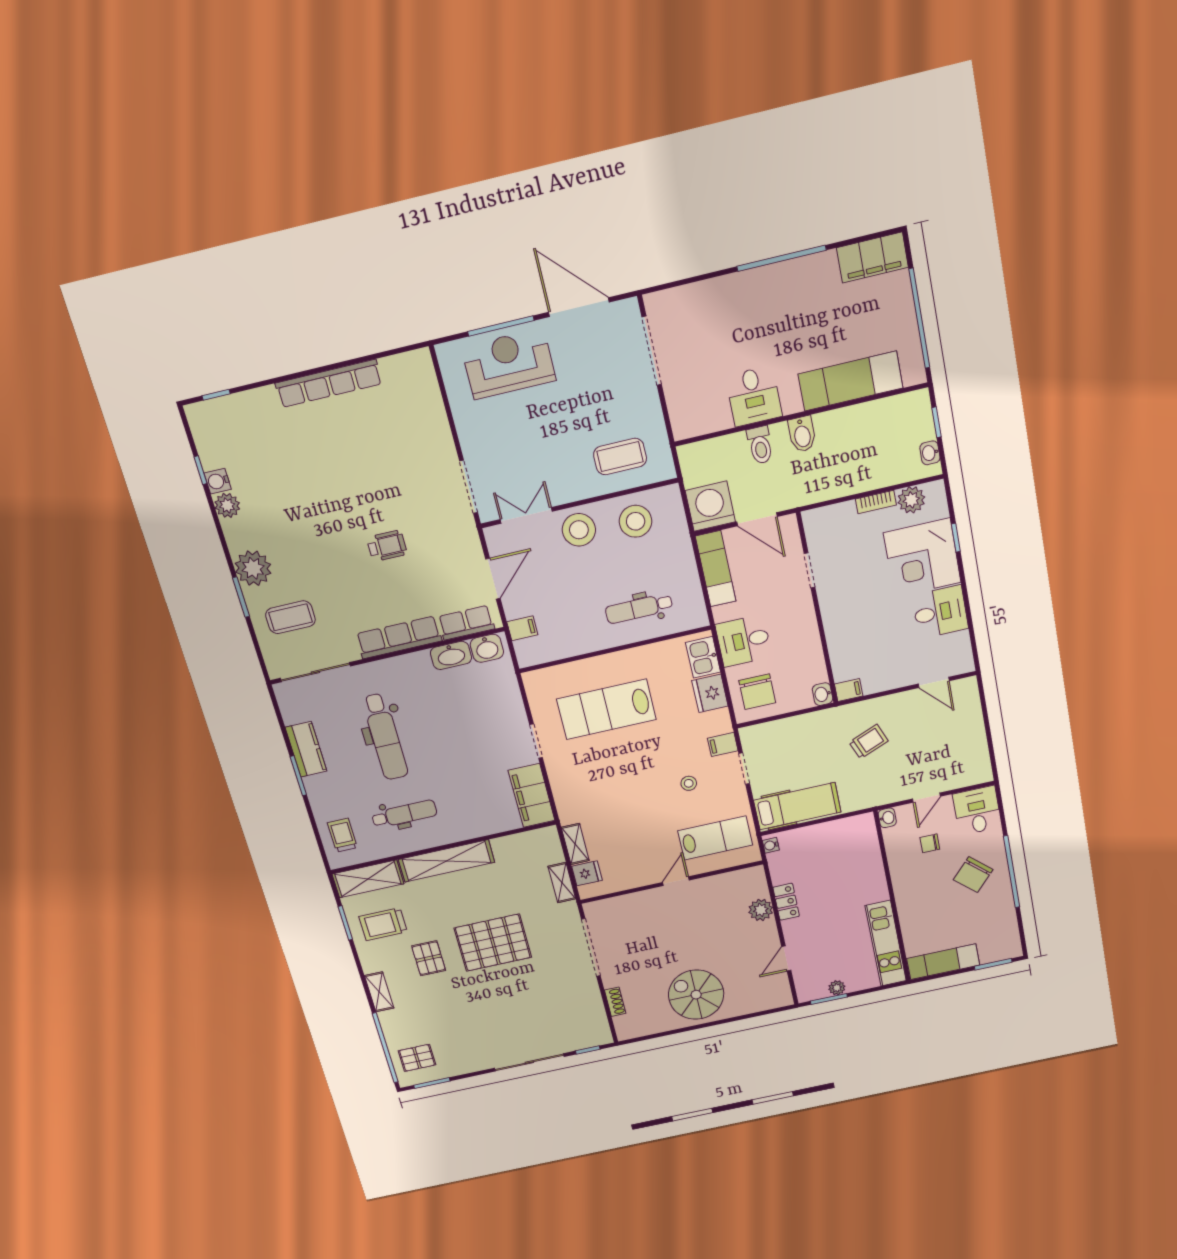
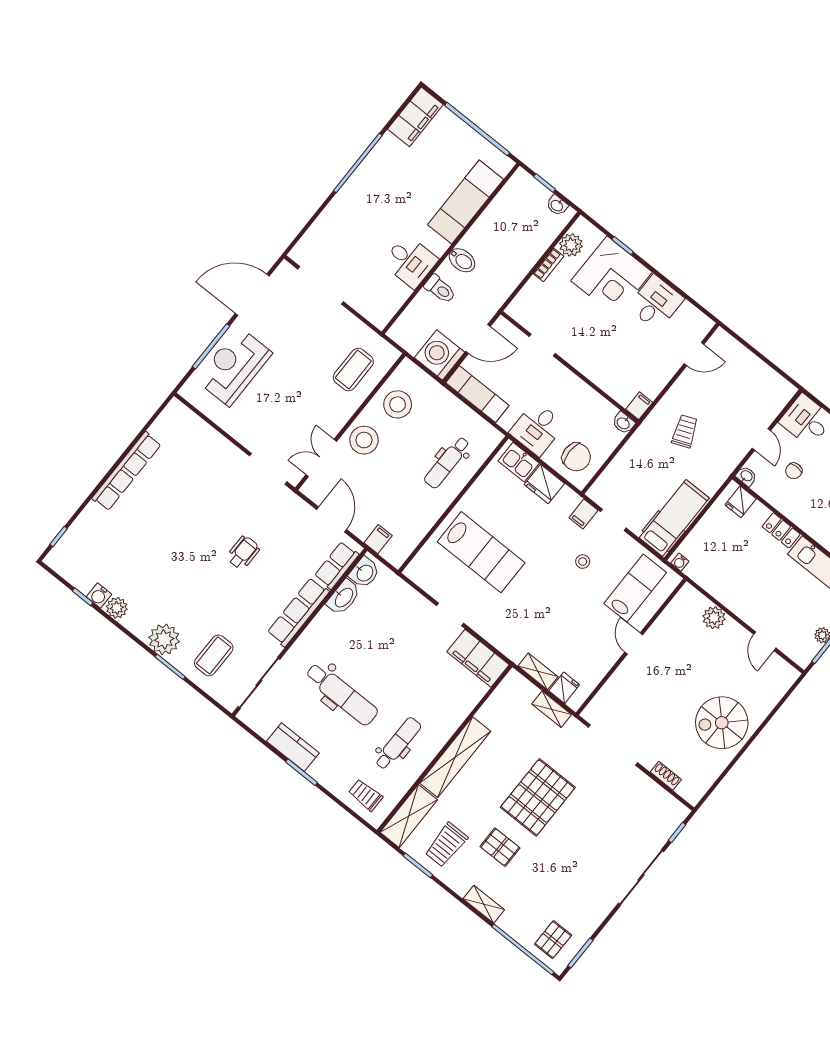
lab bench: (606, 709) -> (481, 552), turned -90
fridge: (864, 835) -> (741, 502), added
locker: (786, 902) -> (781, 530), moved, turned 180

